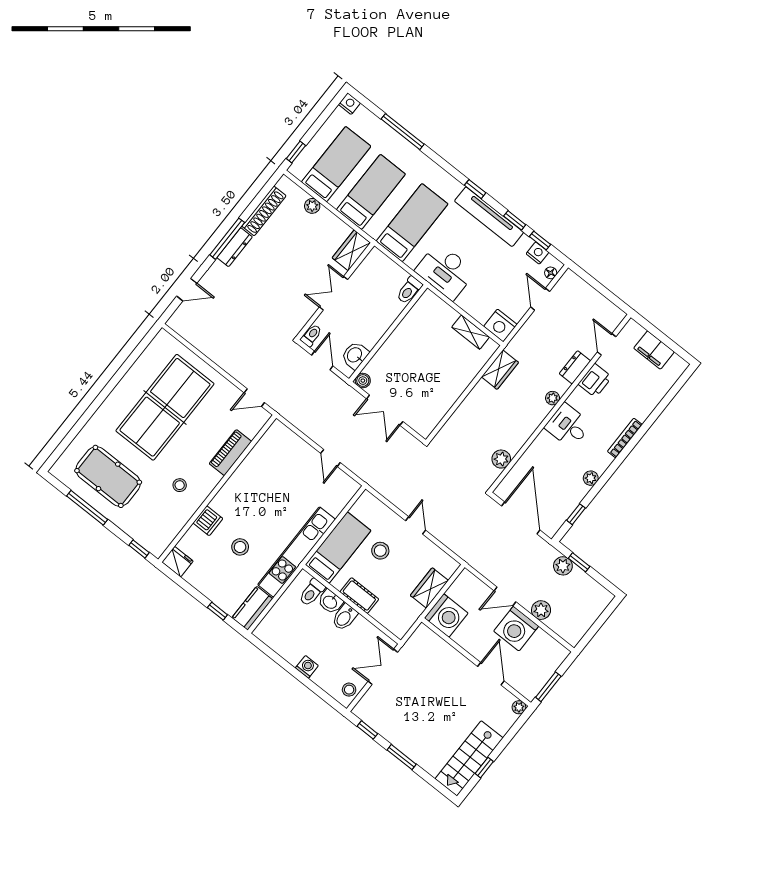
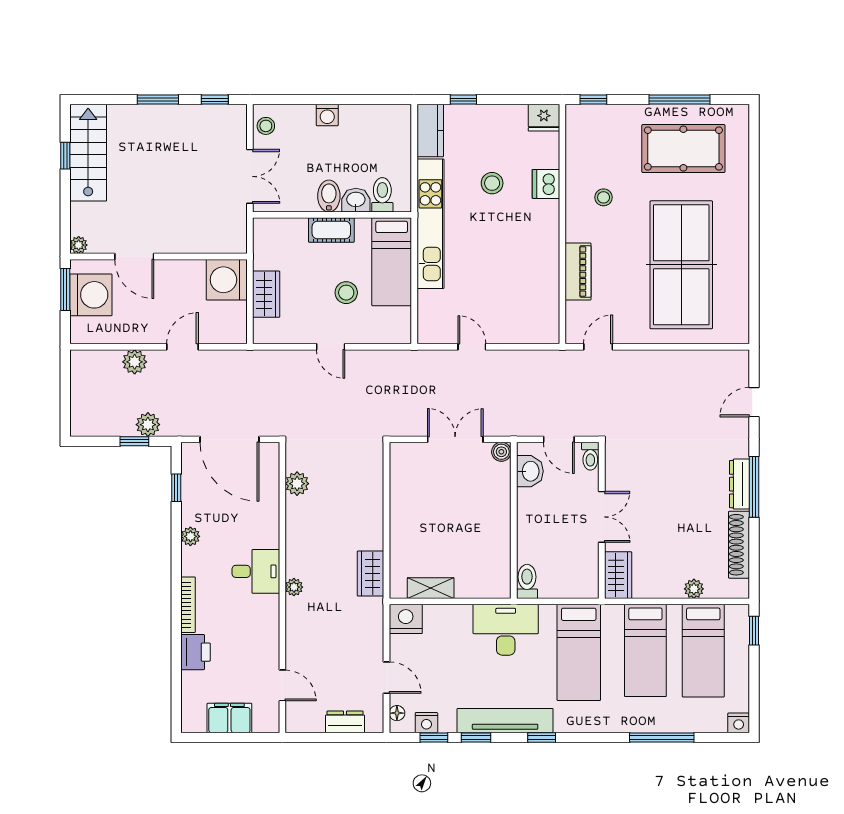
dresser: (575, 367) -> (345, 722), moved, turned -90
printer: (595, 380) -> (196, 652), moved, turned 180
washing machine: (516, 629) -> (91, 295), moved, turned 90

